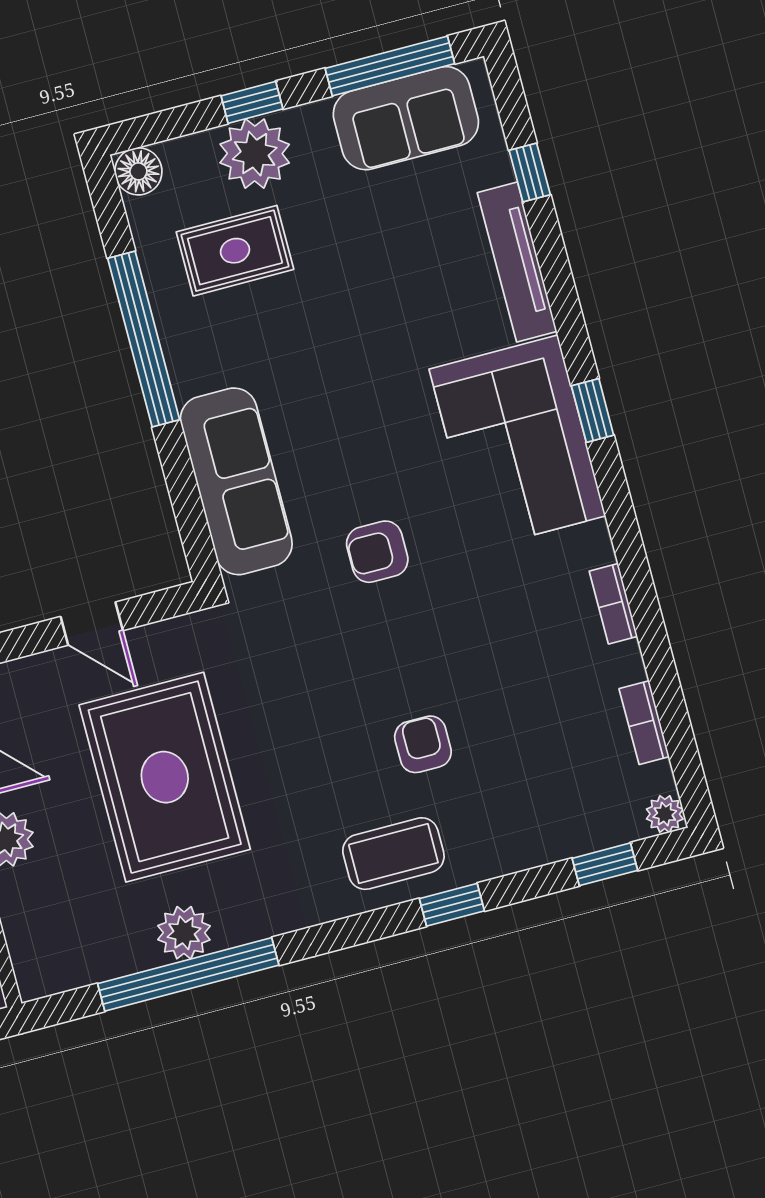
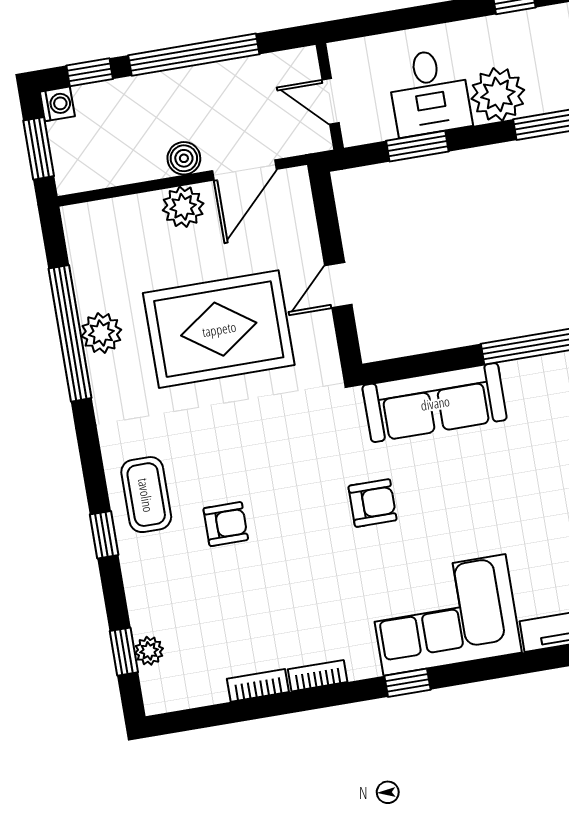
window: (593, 411) -> (408, 683), moved
armchair: (377, 552) -> (373, 503), turned 90
bookcase: (644, 723) -> (258, 685), moved
plant: (665, 814) -> (149, 651), moved

